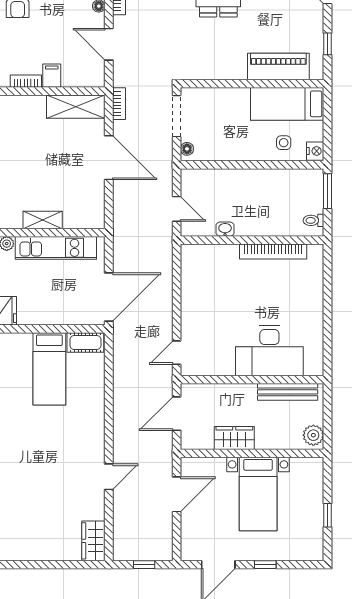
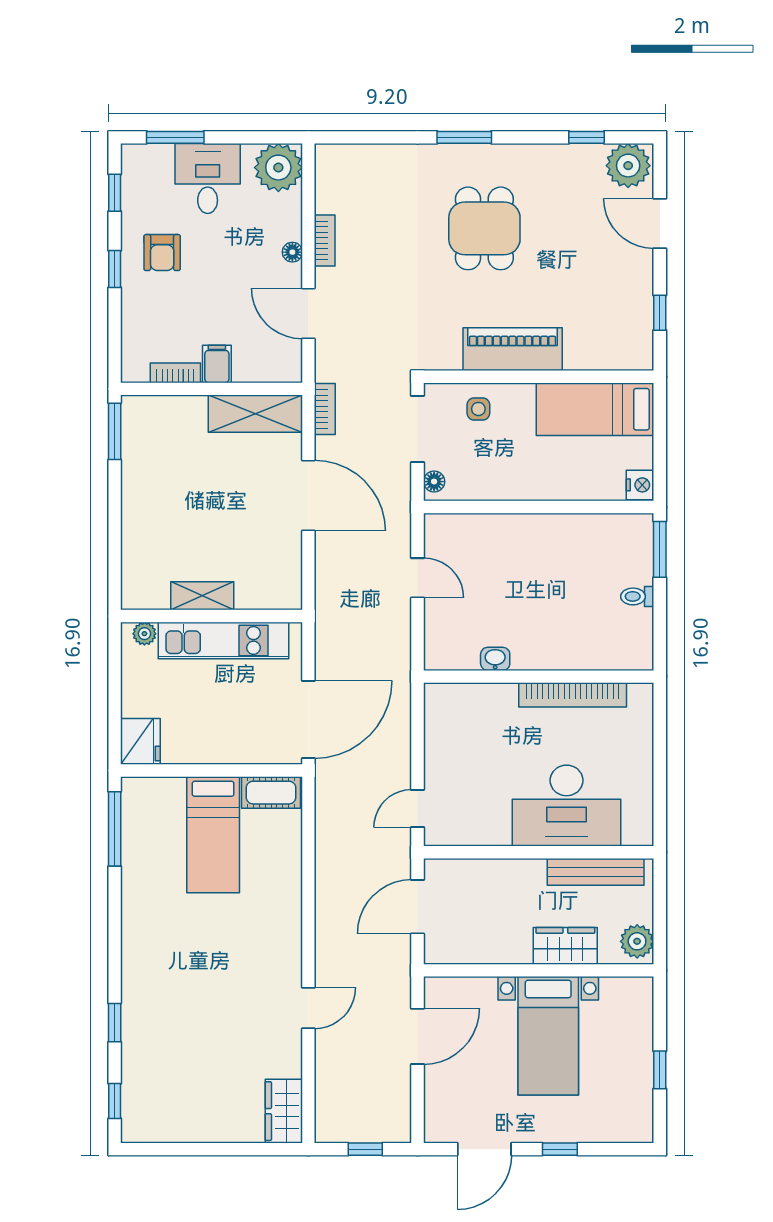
piano: (278, 66) -> (513, 349), moved
side table: (284, 143) -> (478, 409), moved
washbasin: (225, 229) -> (495, 659), moved
wall: (252, 240) -> (539, 677), moved
bookcase: (273, 252) -> (573, 695), moved
wardrobe: (234, 438) -> (565, 946), moved

